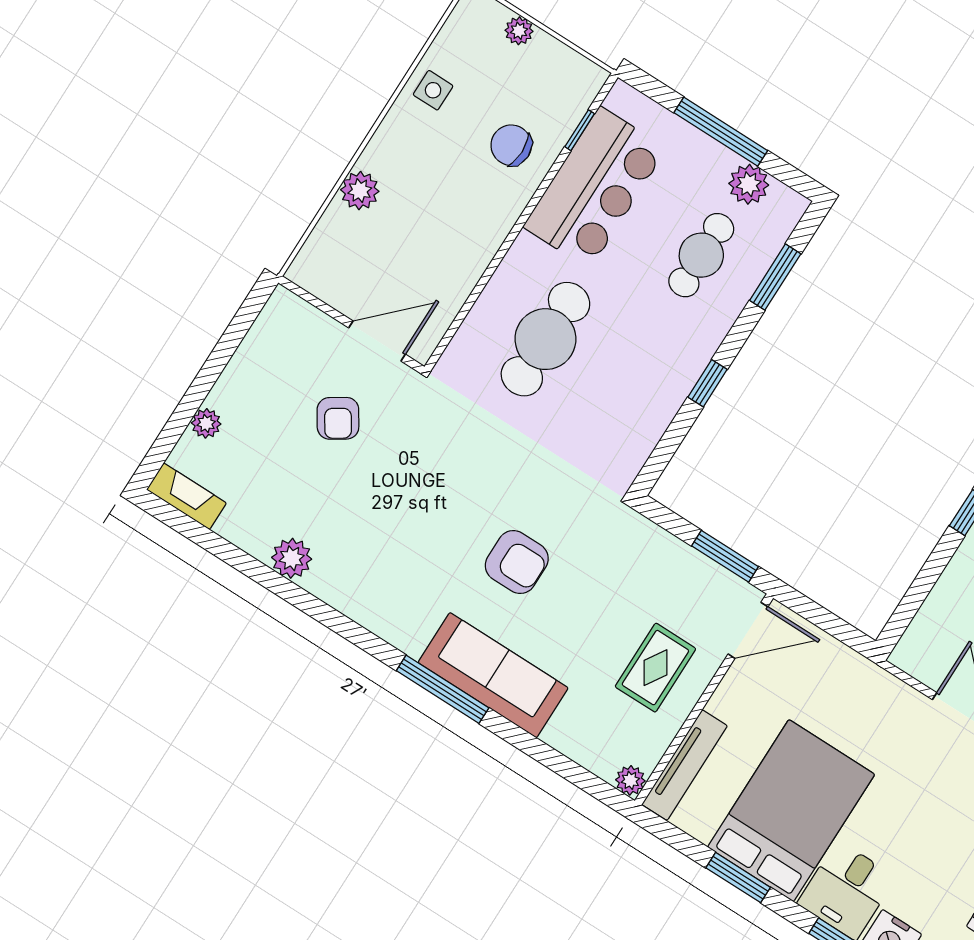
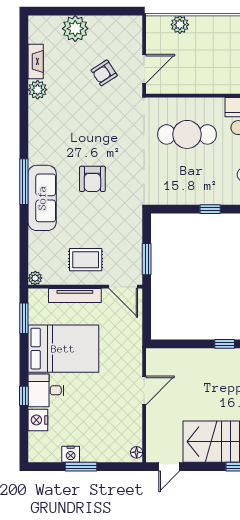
plant: (360, 191) -> (180, 25), moved
door: (377, 341) -> (144, 69), hinge flipped
plant: (206, 423) -> (75, 29), width x1.88, depth x1.88
fireplace: (186, 496) -> (36, 61), moved
tv unit: (685, 765) -> (75, 295), moved
window: (738, 878) -> (24, 318), moved

